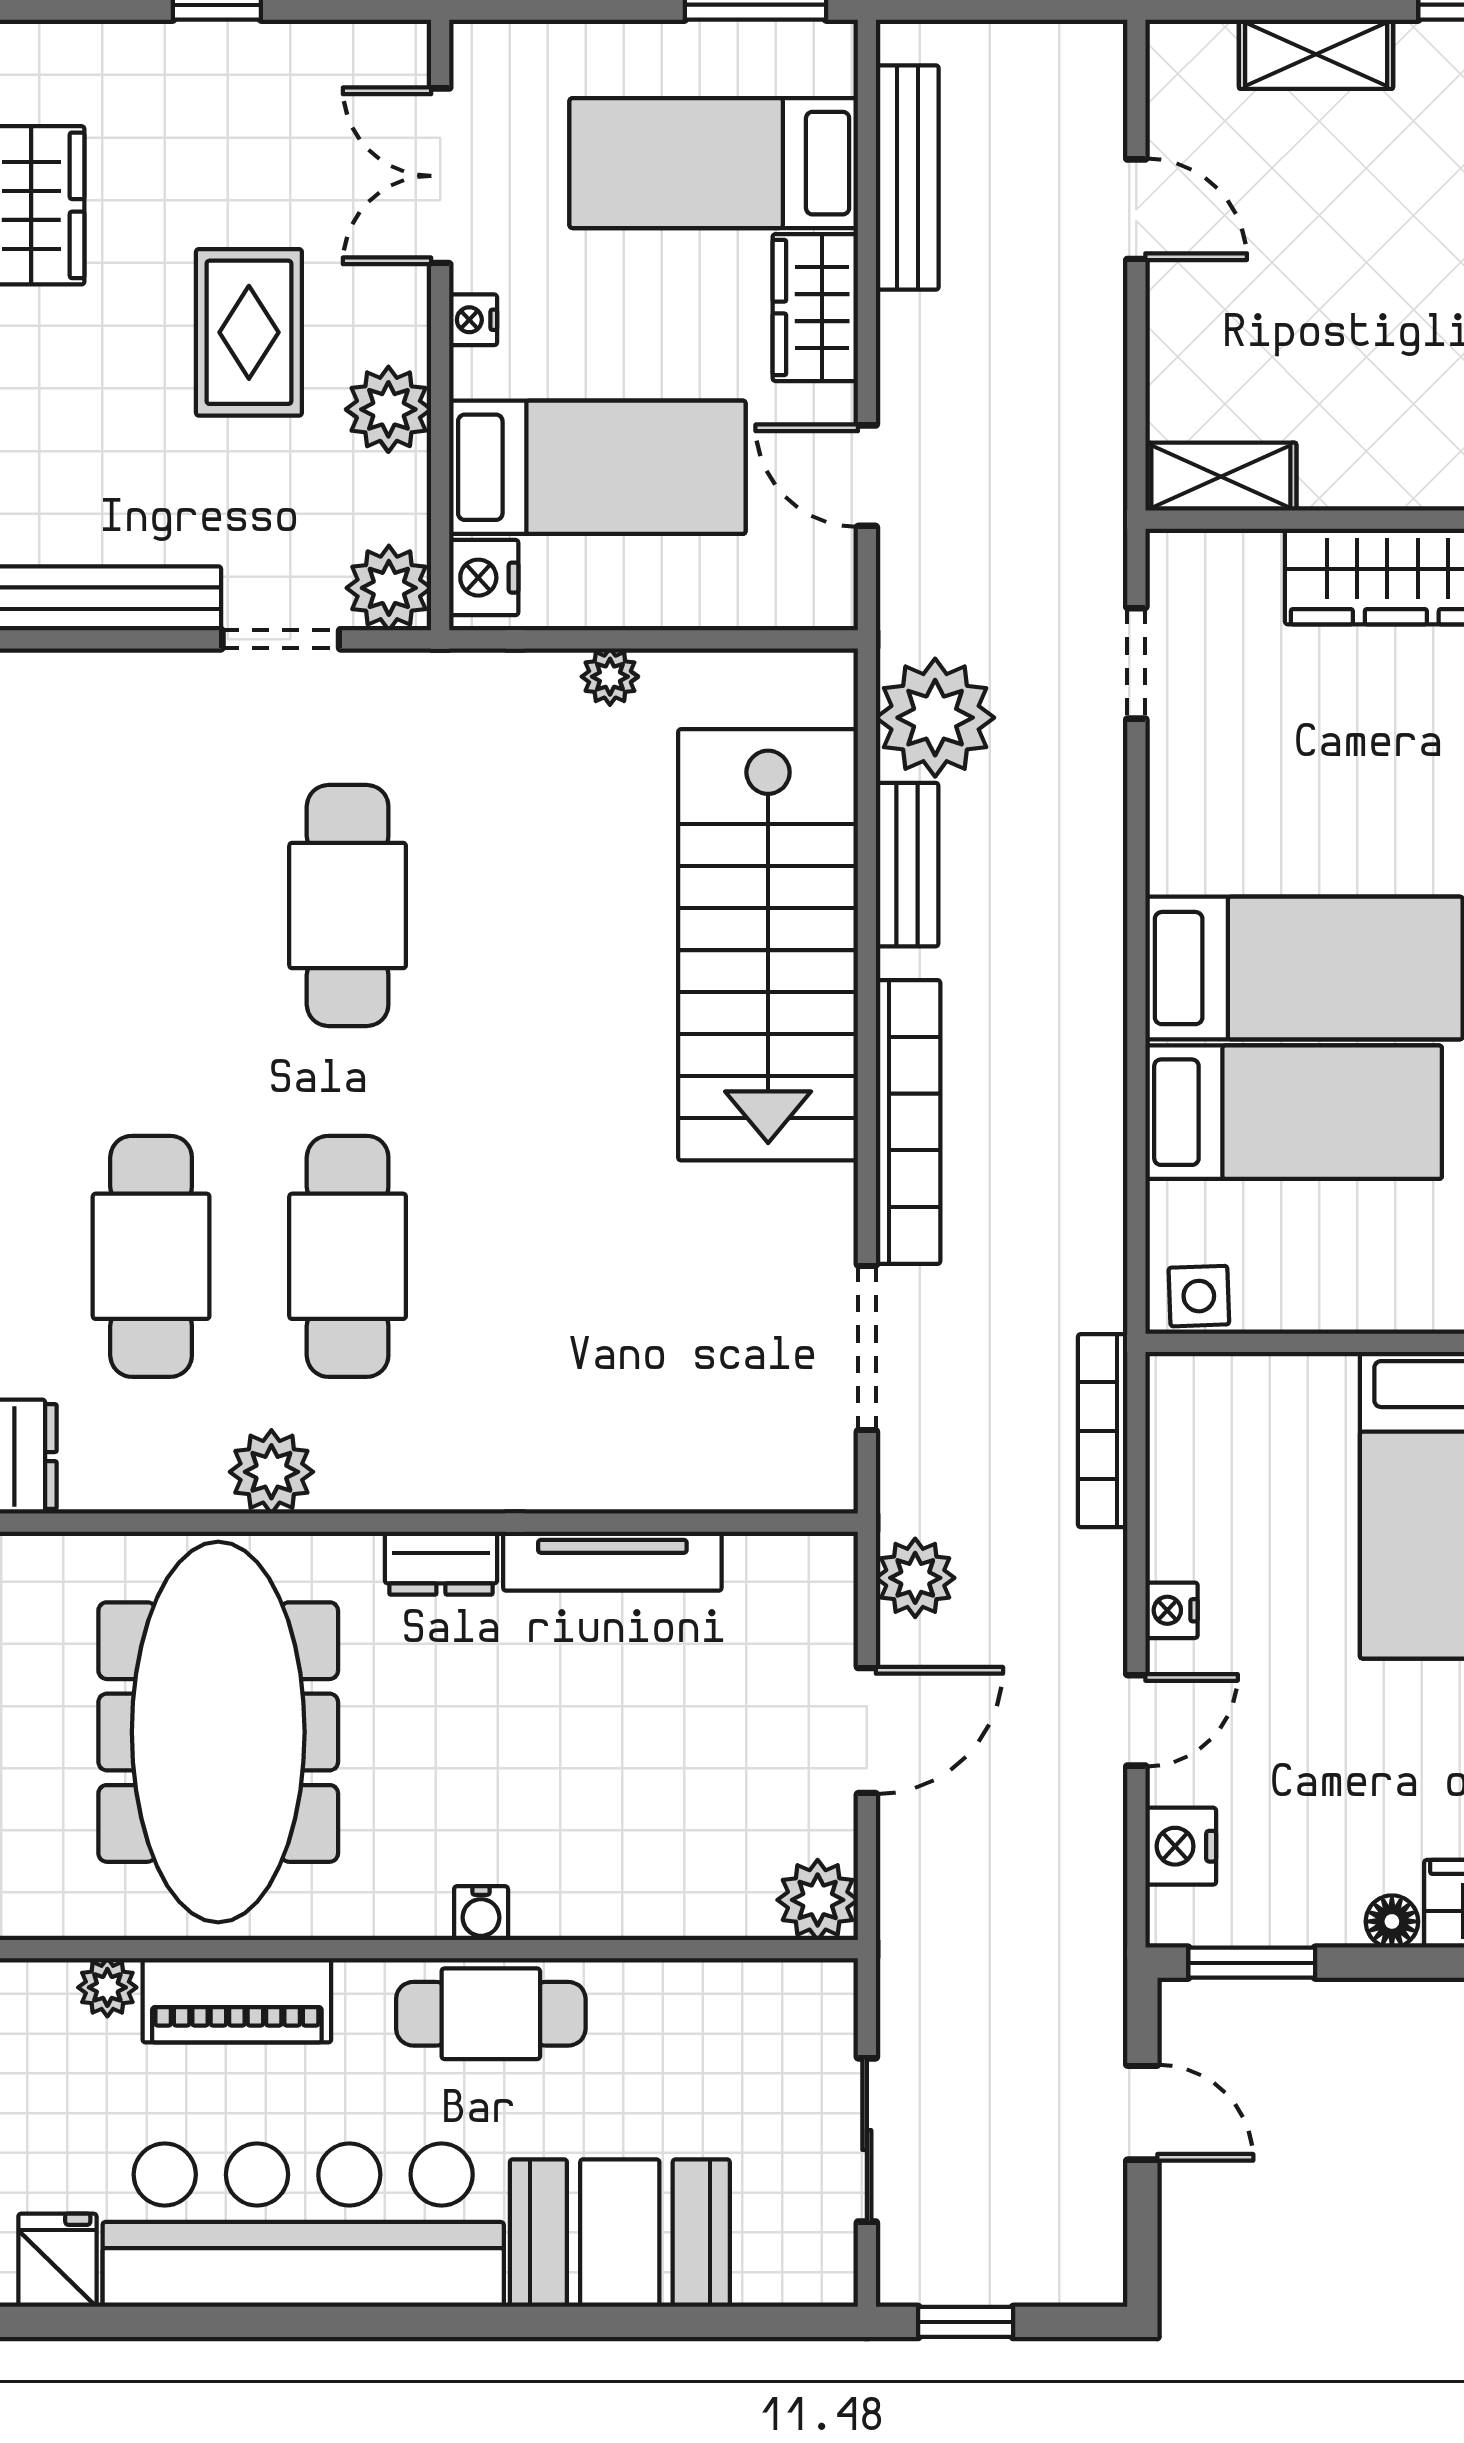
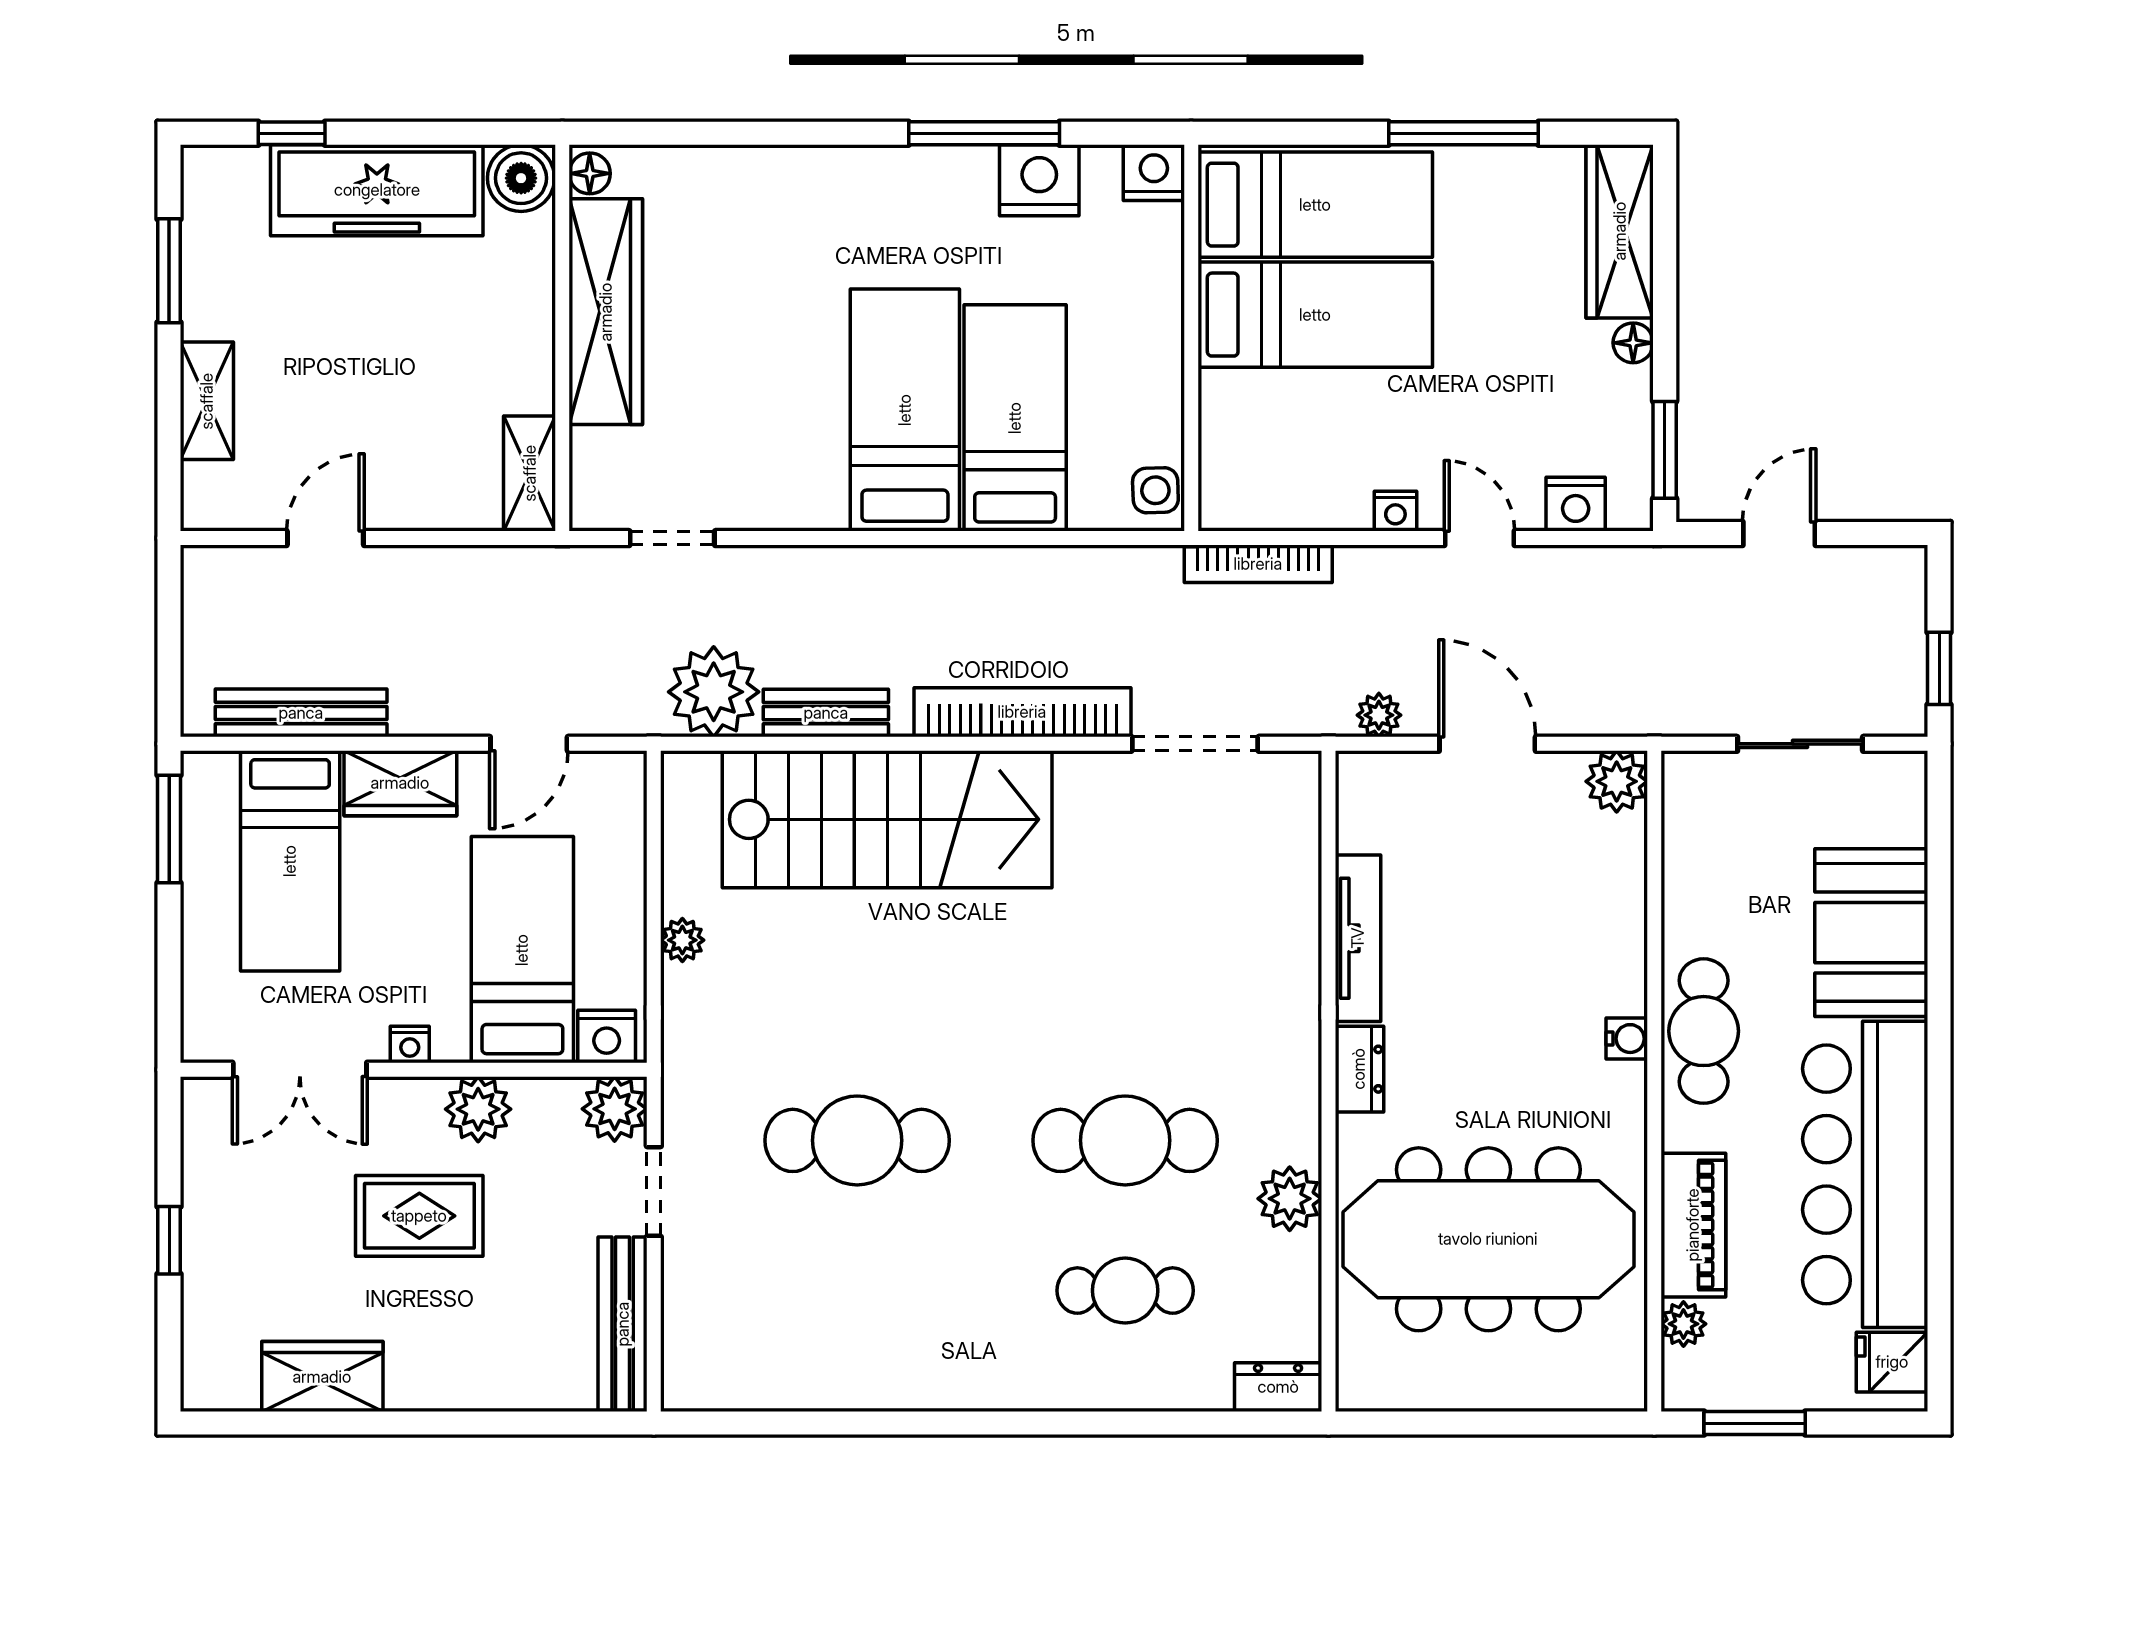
cafe table: (151, 1256) -> (1125, 1291), width x0.73, depth x0.74
plant: (915, 1578) -> (1379, 715), width x0.73, depth x0.73

